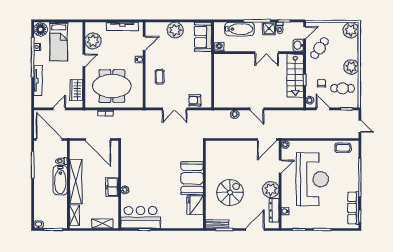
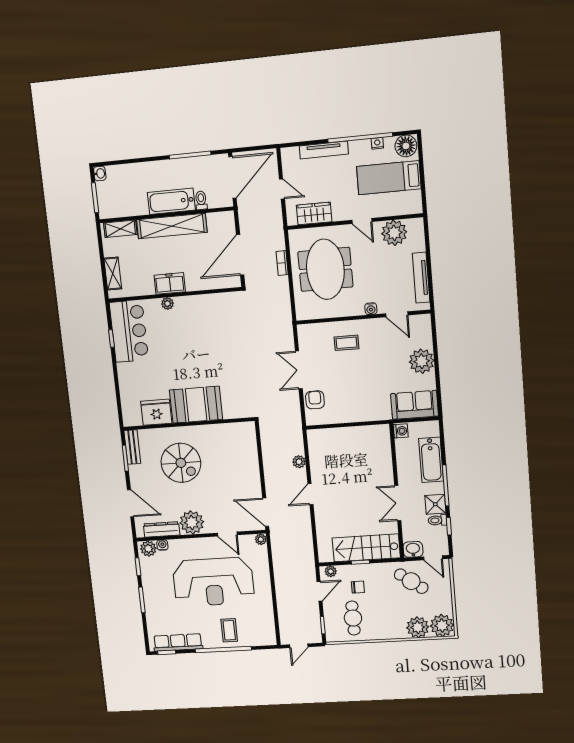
plant: (351, 67) -> (418, 627), moved
coffee table: (343, 148) -> (229, 630), moved
plant: (287, 221) -> (148, 549), added

